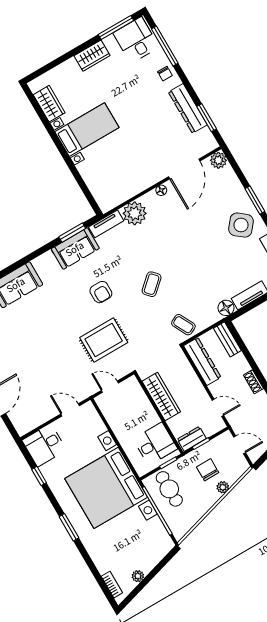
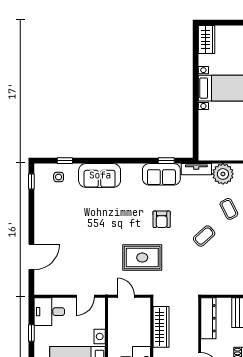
wardrobe: (49, 104) -> (207, 39), moved
window: (72, 233) -> (166, 161), width x0.67
coffee table: (183, 325) -> (229, 209), moved
door: (70, 410) -> (85, 296), swing flipped

